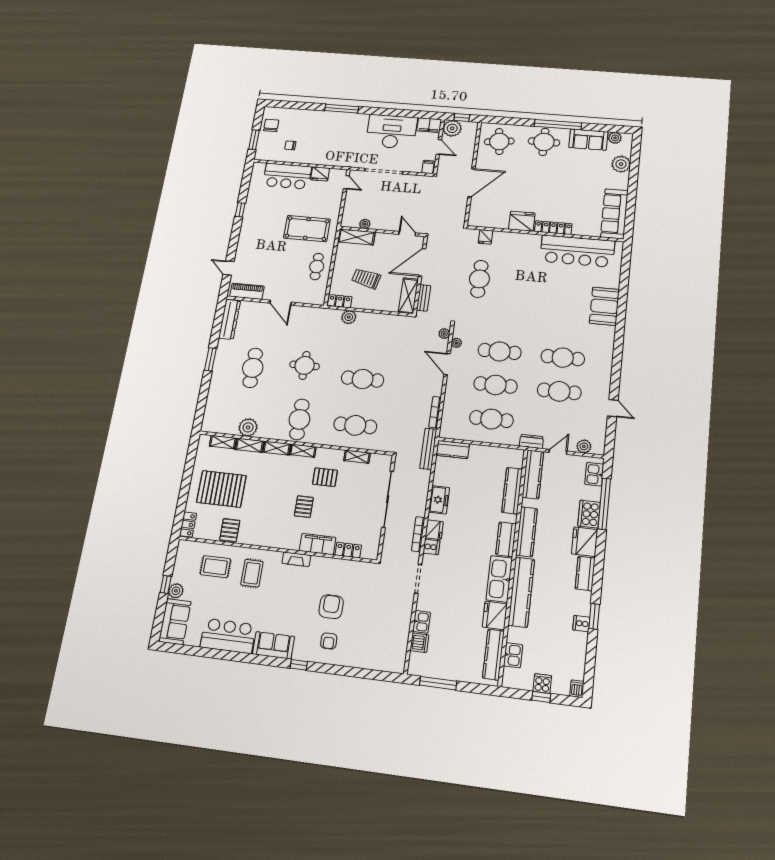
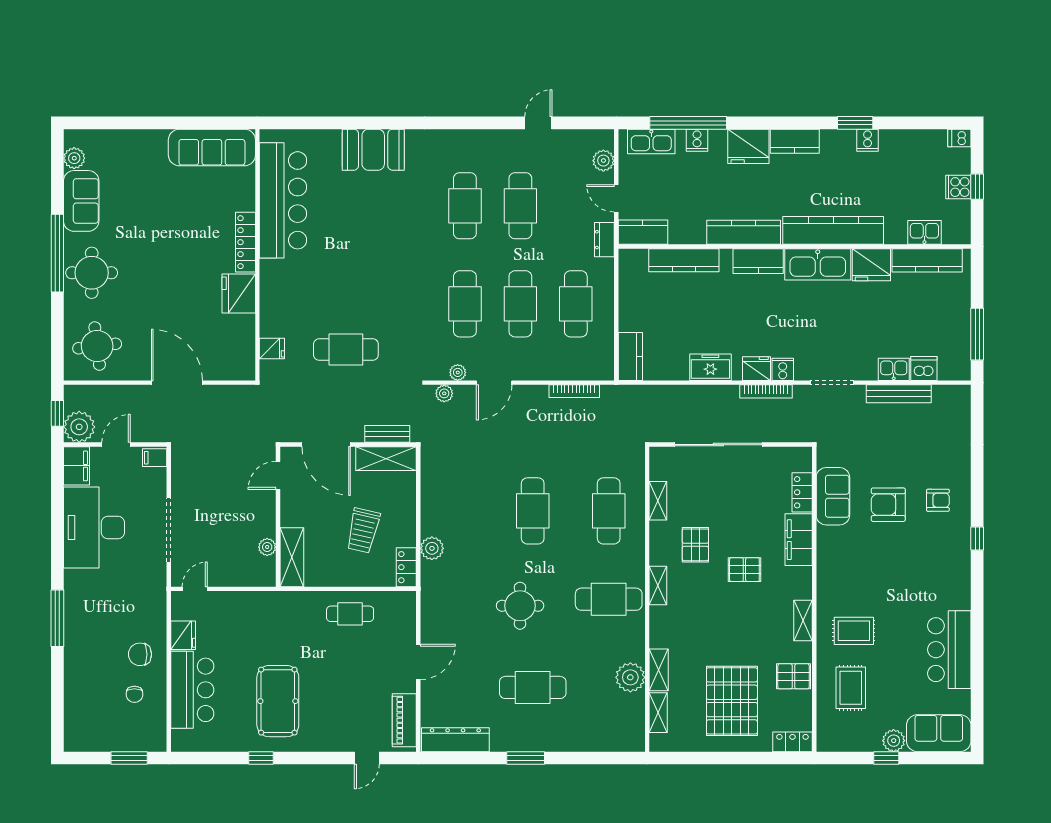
chair: (271, 125) -> (140, 654), moved
plant: (621, 164) -> (122, 144), removed
pool table: (307, 229) -> (278, 701), moved
shelving: (277, 448) -> (803, 621), moved
bench: (428, 449) -> (899, 394), moved
kitchen counter: (533, 474) -> (643, 232), width x0.67
kitchen sink: (594, 474) -> (651, 141), width x1.38
cooker: (589, 514) -> (697, 140), width x0.53, depth x0.76
fireplace: (296, 559) -> (825, 568), removed
sofa: (273, 645) -> (833, 496), moved, turned 180

